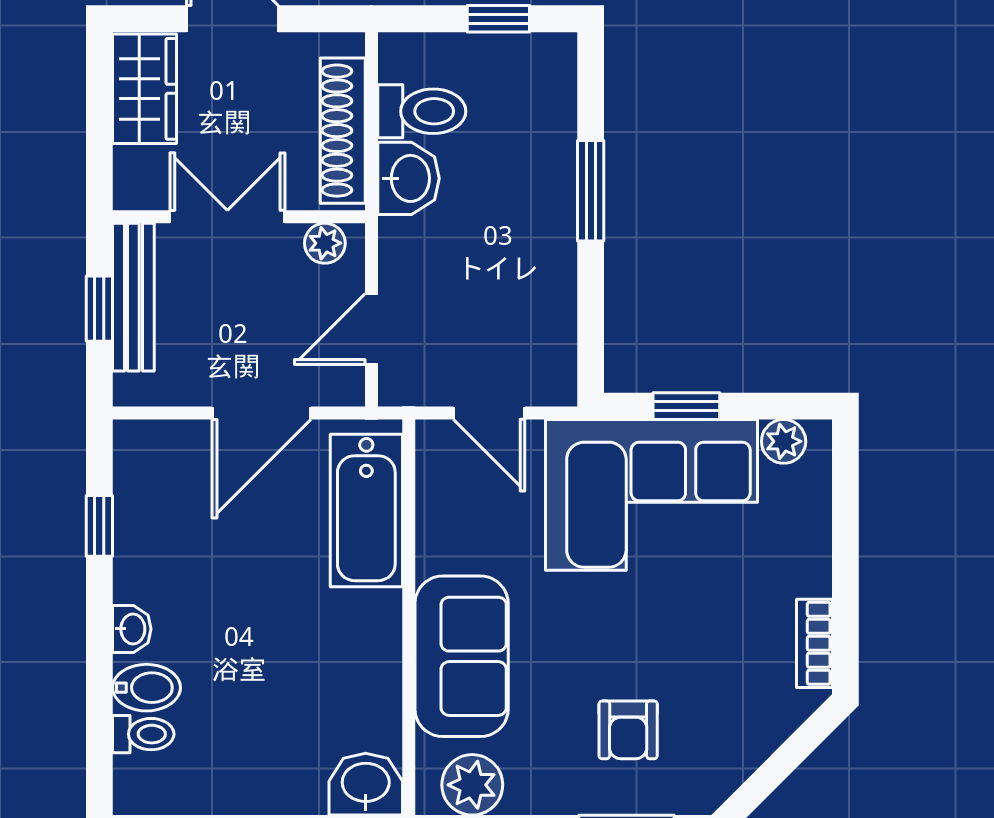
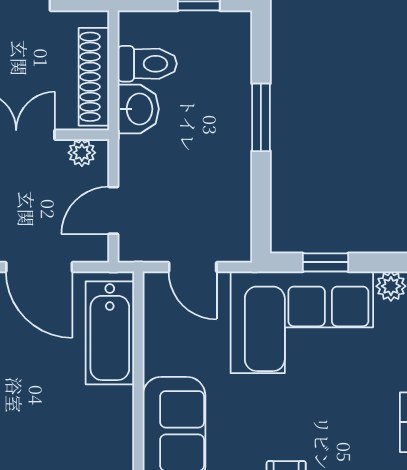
door: (261, 413) -> (39, 267), hinge flipped

